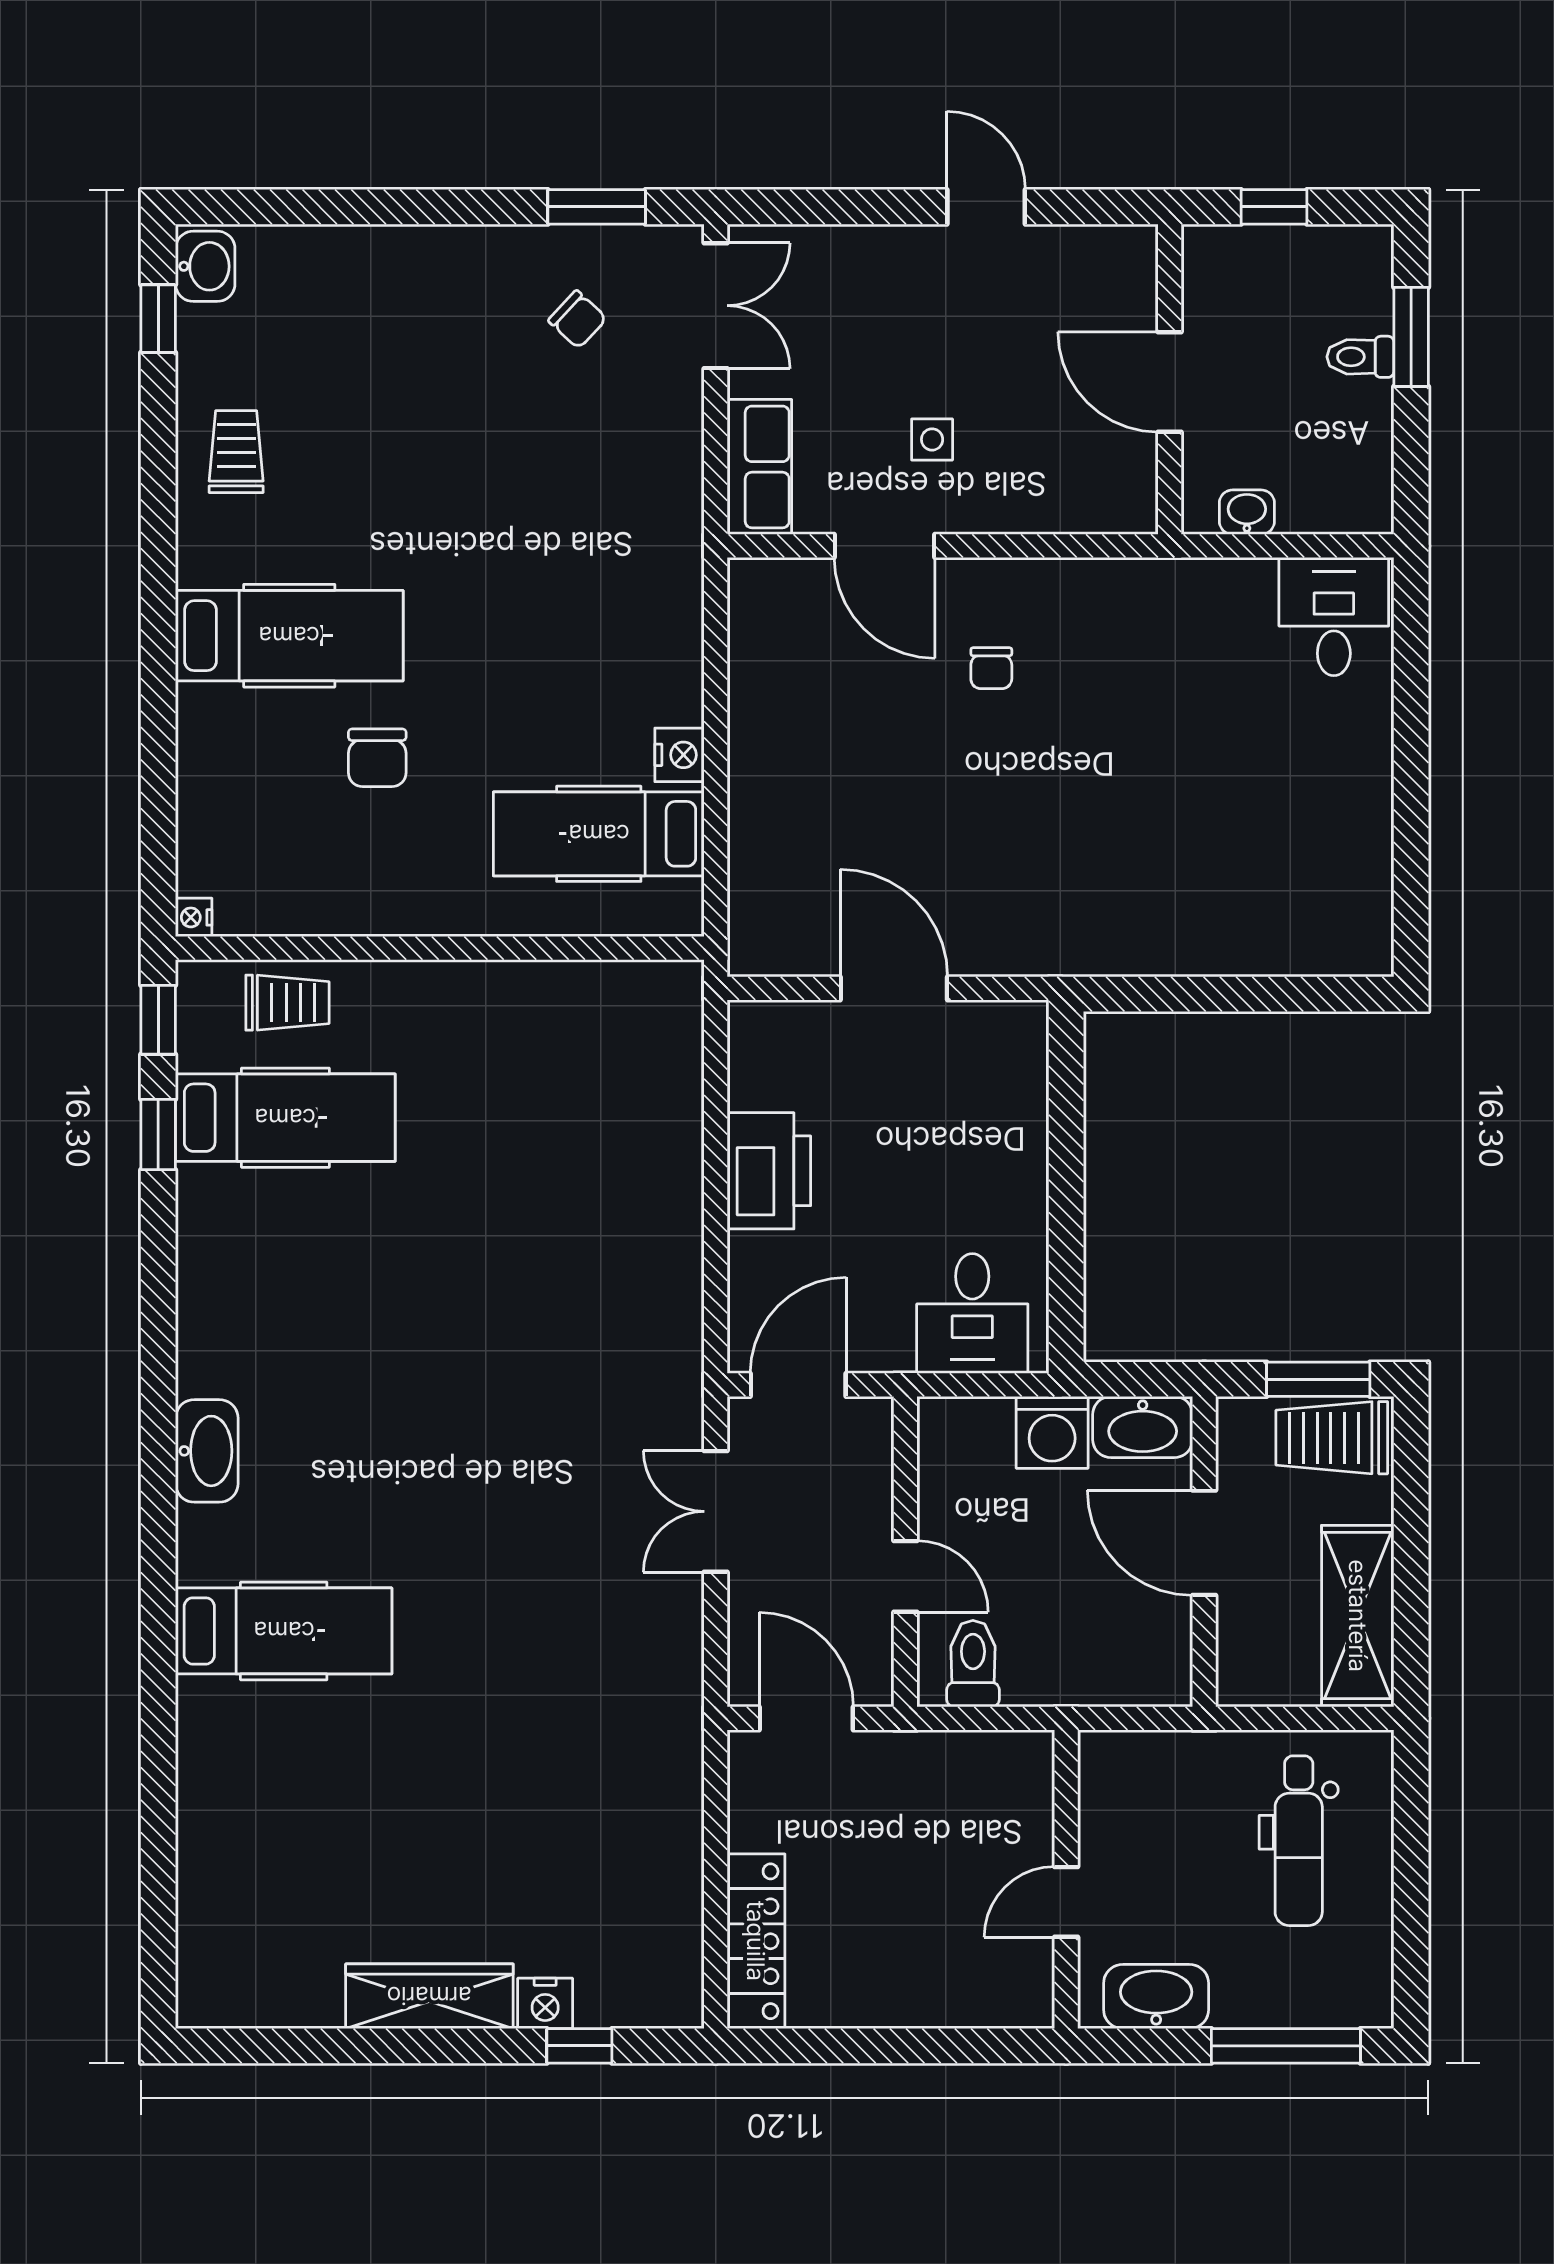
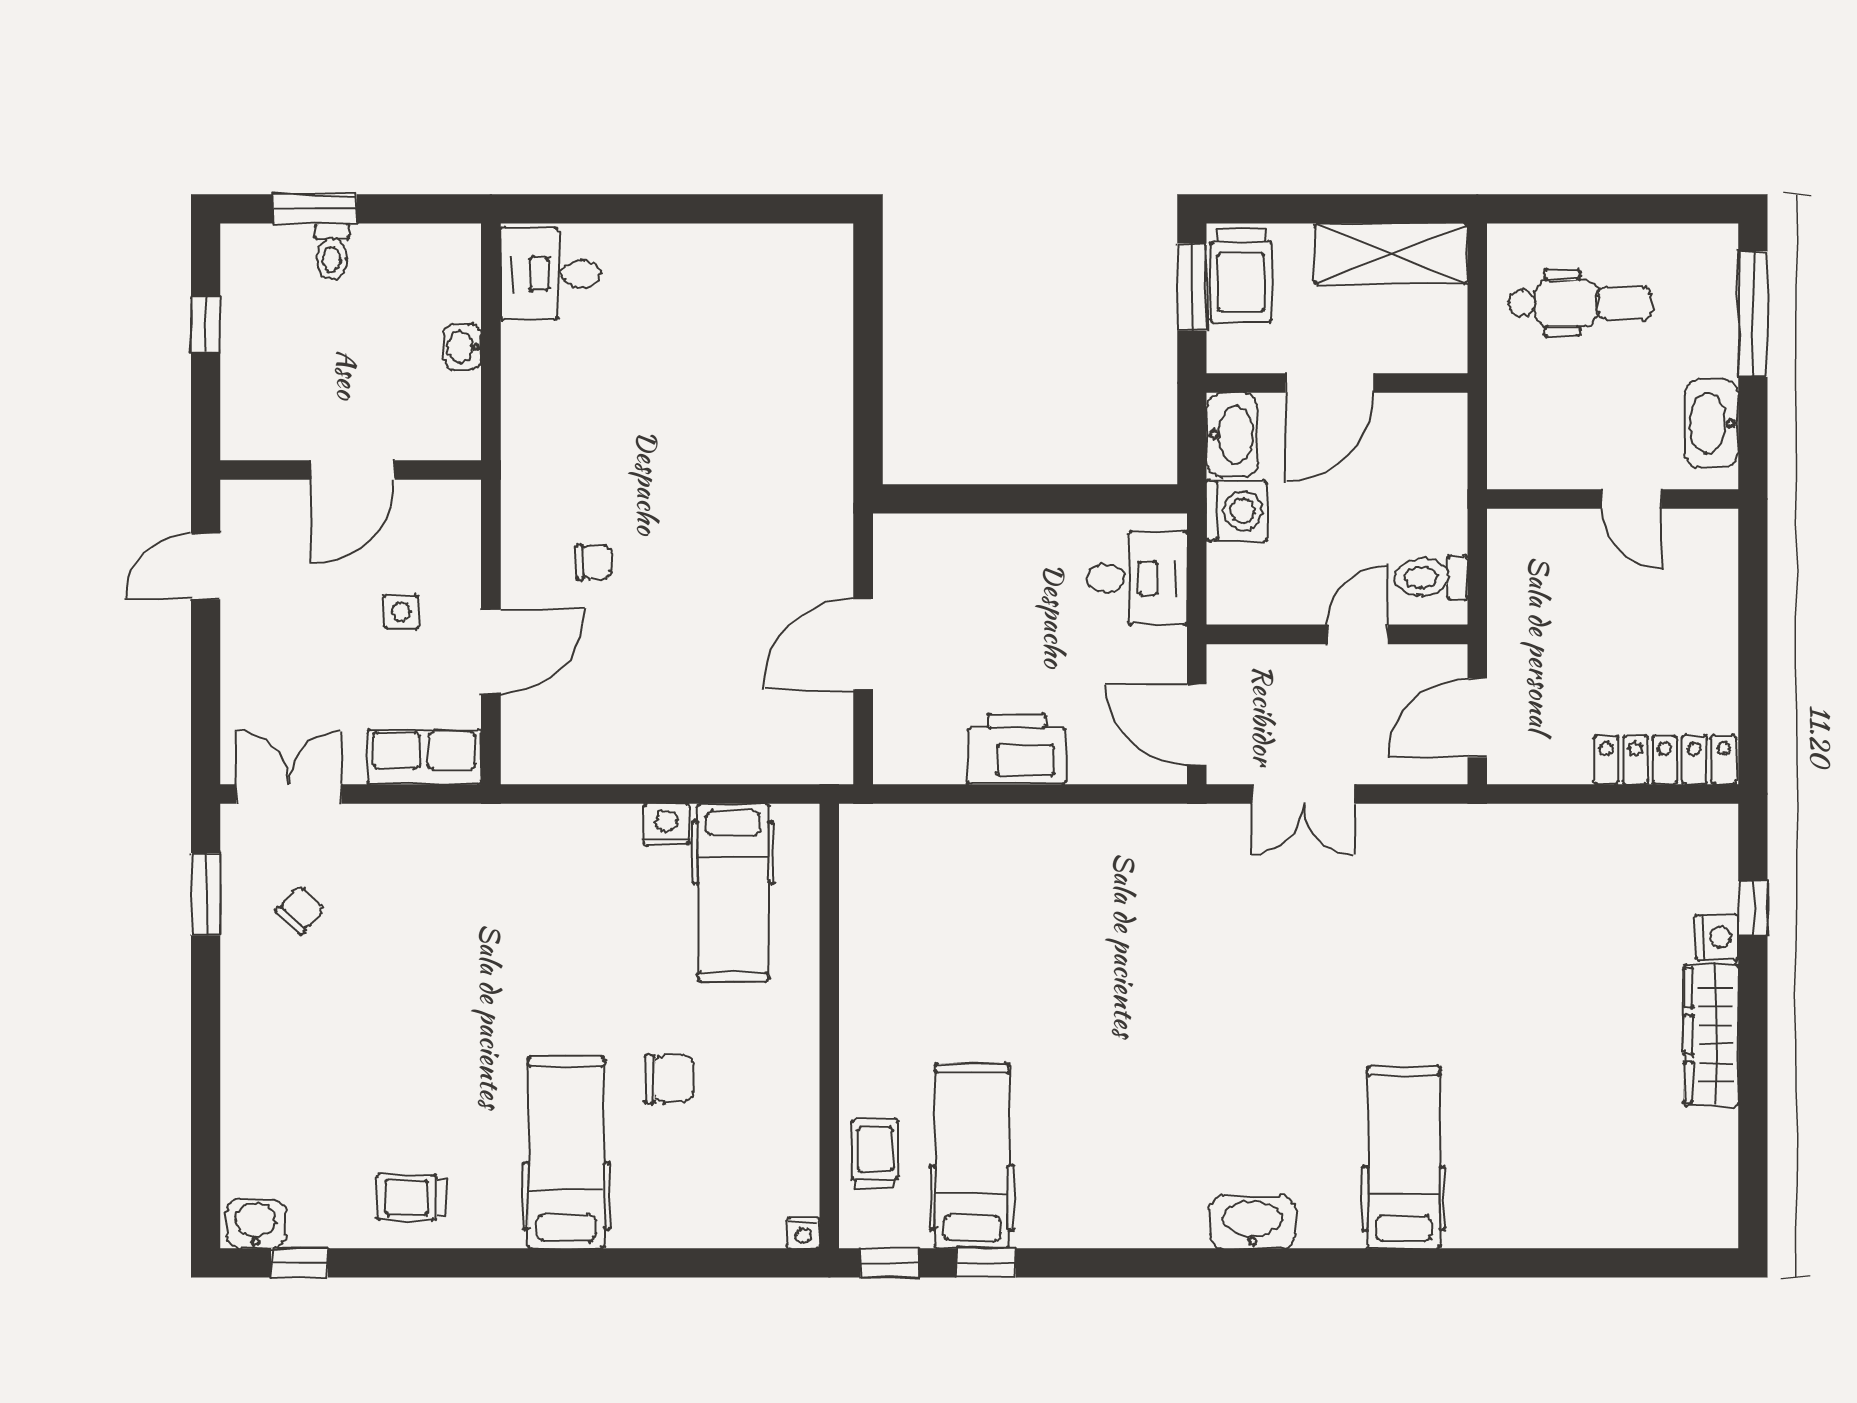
wall: (1170, 379) -> (351, 470), moved
door: (1170, 382) -> (353, 470), moved

